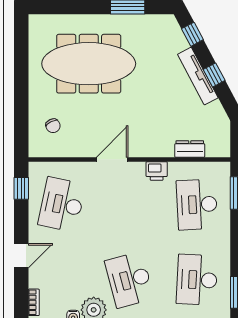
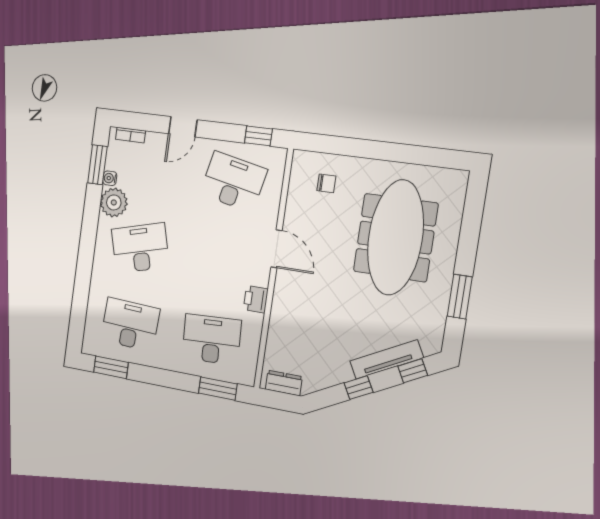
tv unit: (198, 76) -> (386, 359), moved
chair: (53, 126) -> (326, 183), turned -153
dresser: (190, 149) -> (284, 383), moved, turned -90
door: (21, 256) -> (183, 127), hinge flipped

